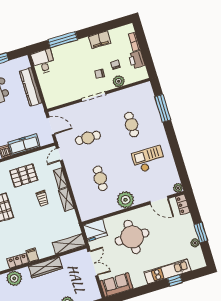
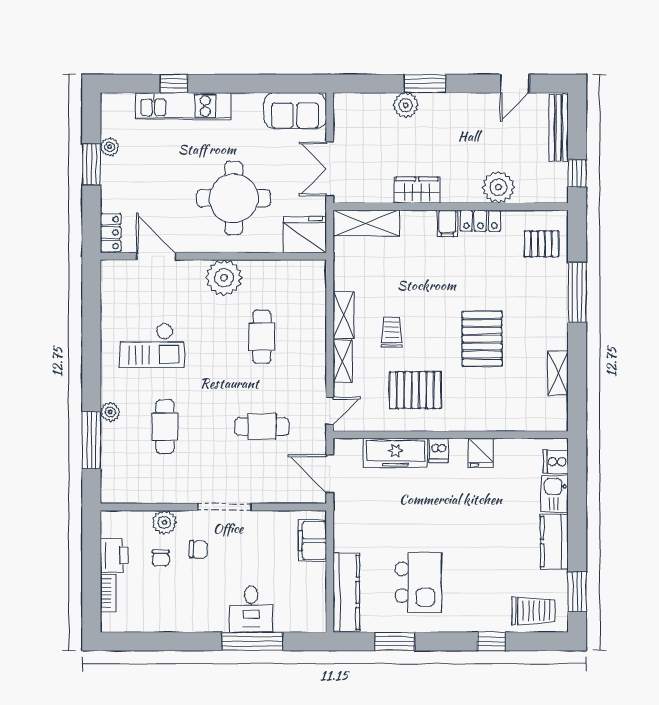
filing cabinet: (100, 40) -> (312, 541), moved, turned -90
desk: (43, 62) -> (251, 609), moved
kitchen counter: (31, 87) -> (346, 592), moved
plant: (178, 188) -> (110, 412), moved
wardrobe: (45, 267) -> (417, 190), width x0.67

